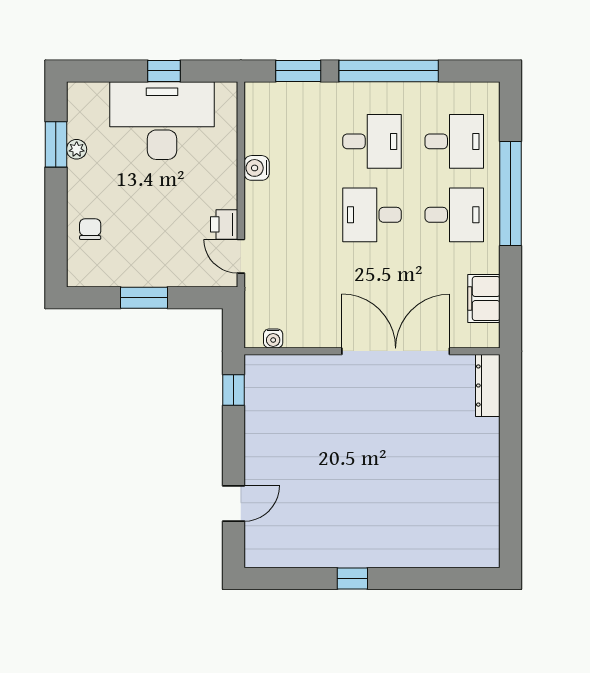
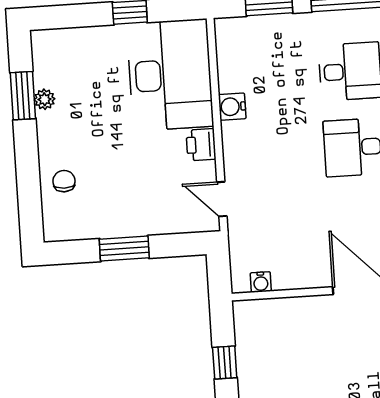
desk: (162, 121) -> (170, 75), moved, turned 90
printer: (224, 224) -> (201, 145), moved
window: (233, 390) -> (225, 362), moved

